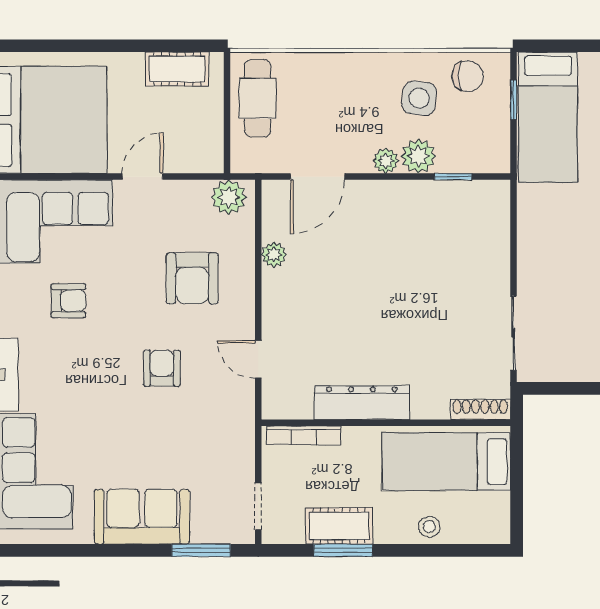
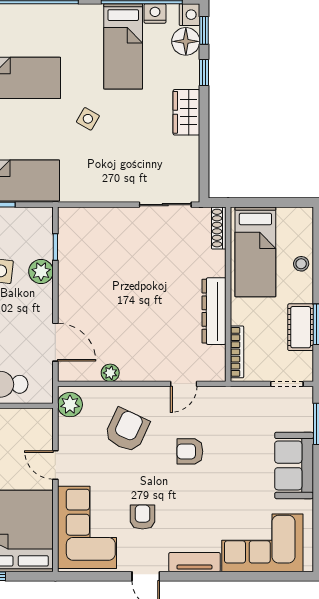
plant: (386, 161) -> (44, 294), removed
armchair: (192, 278) -> (127, 430), turned -65

